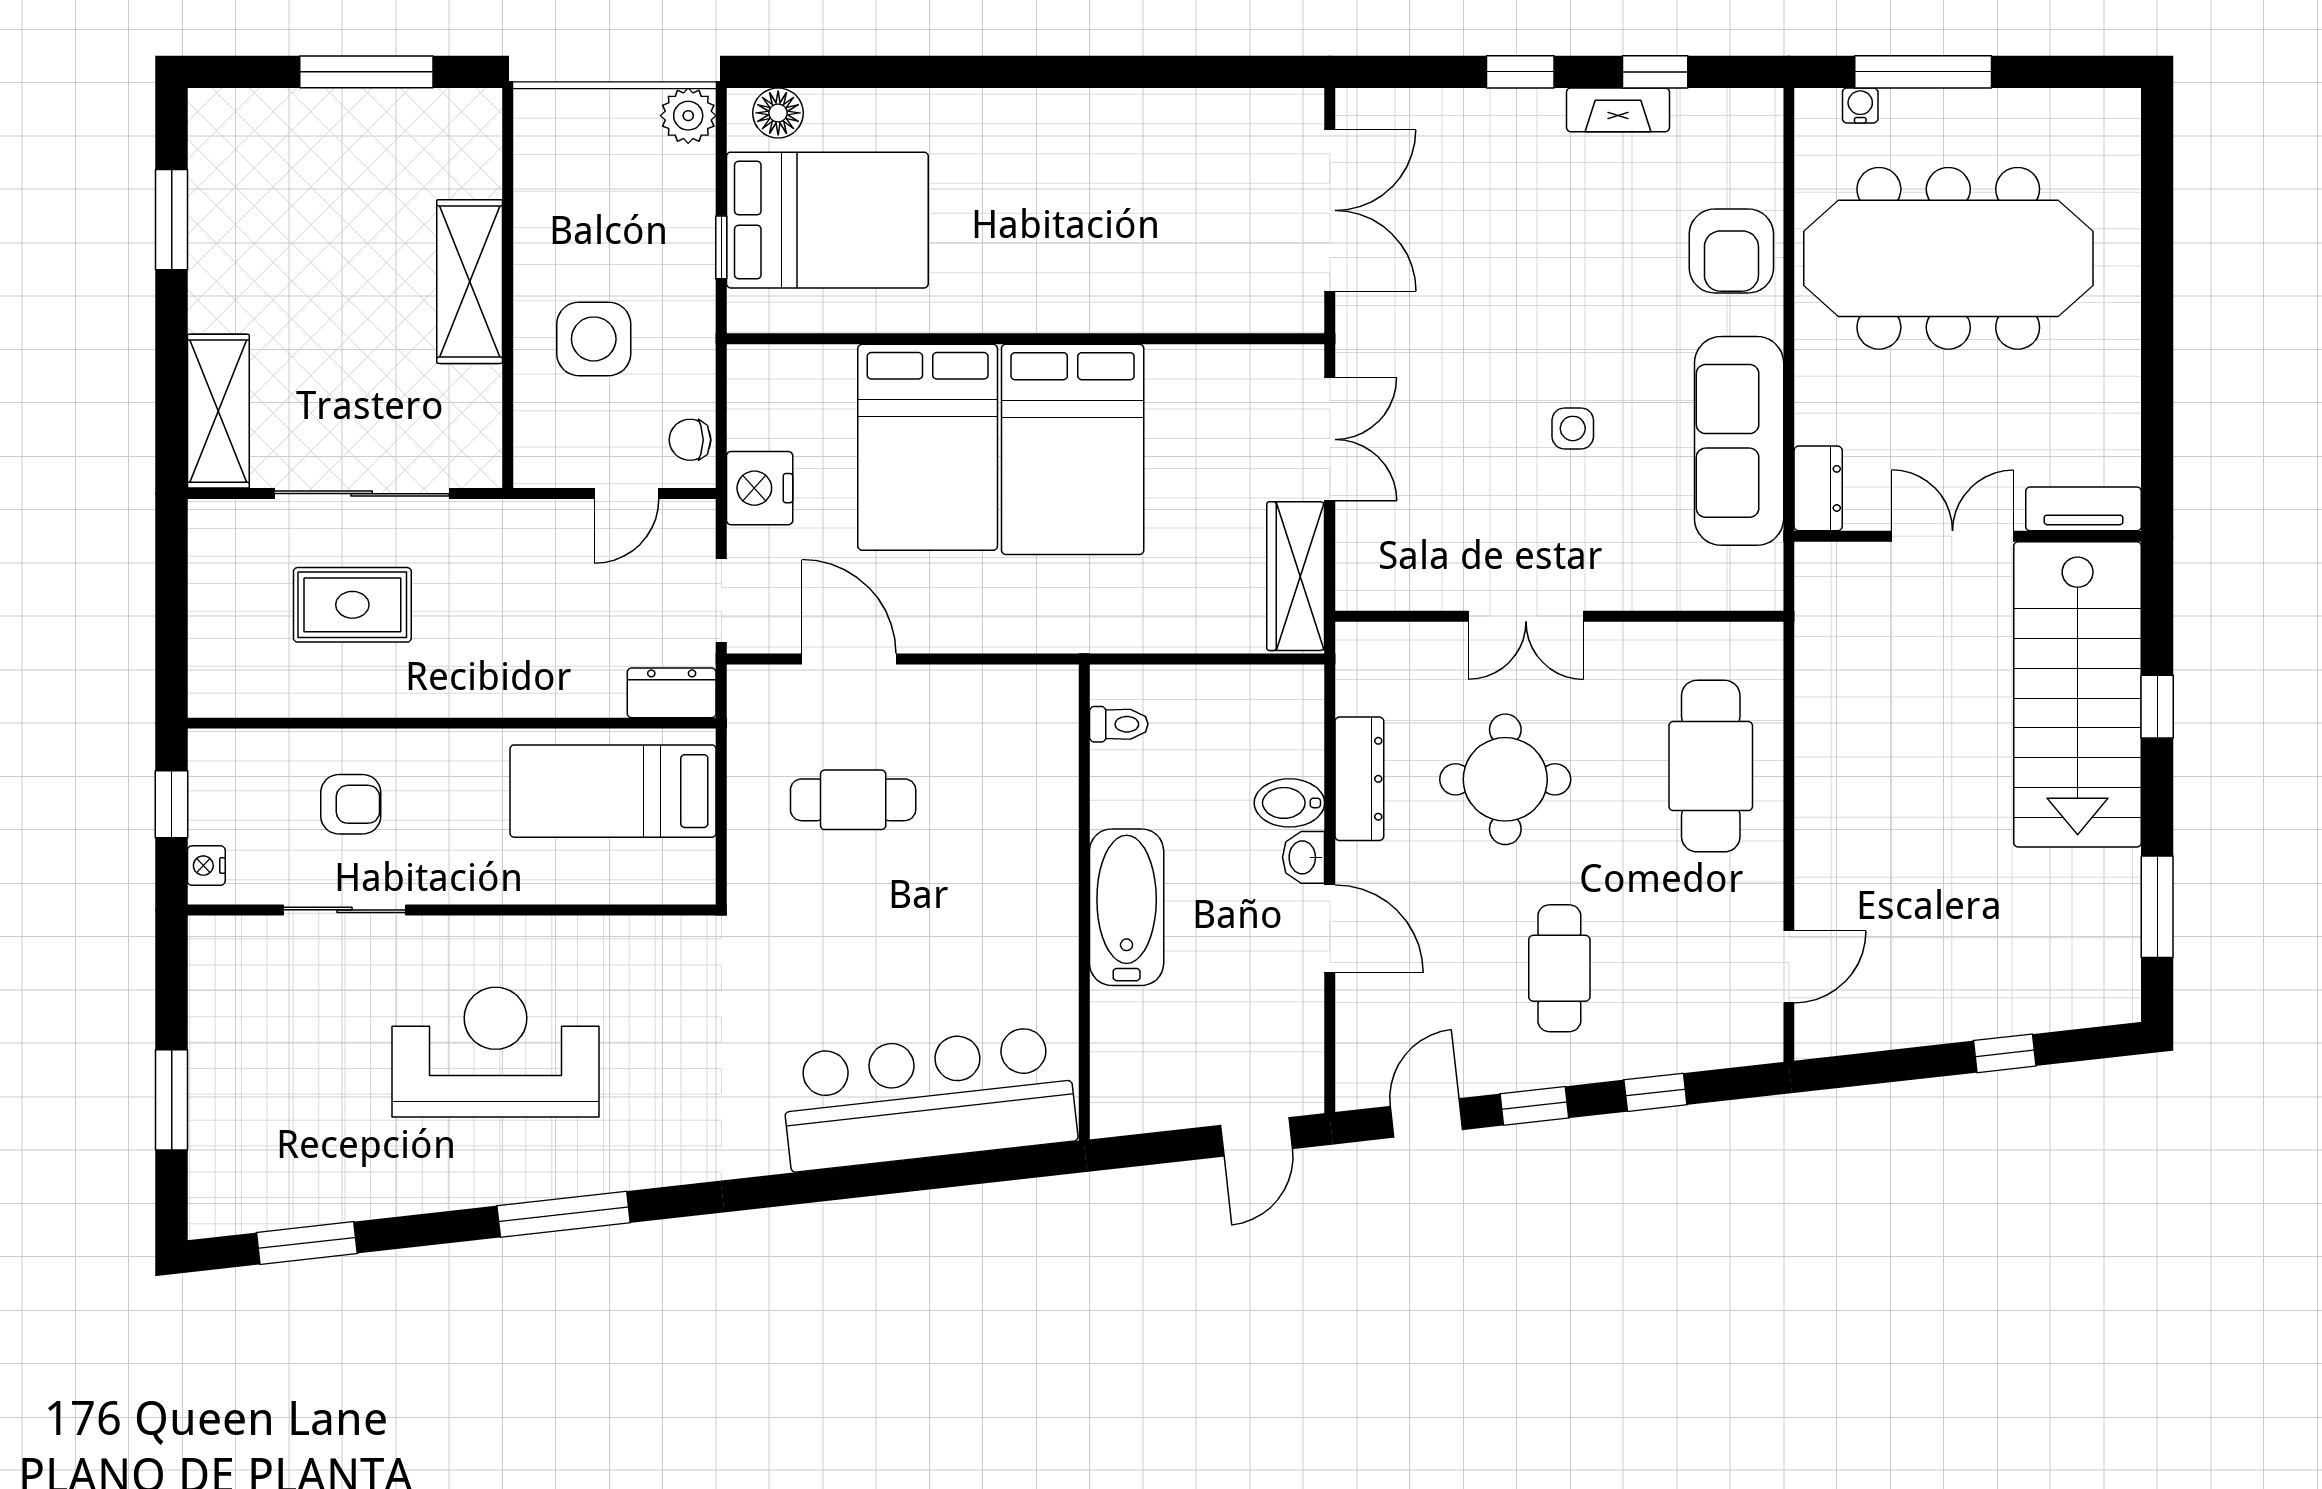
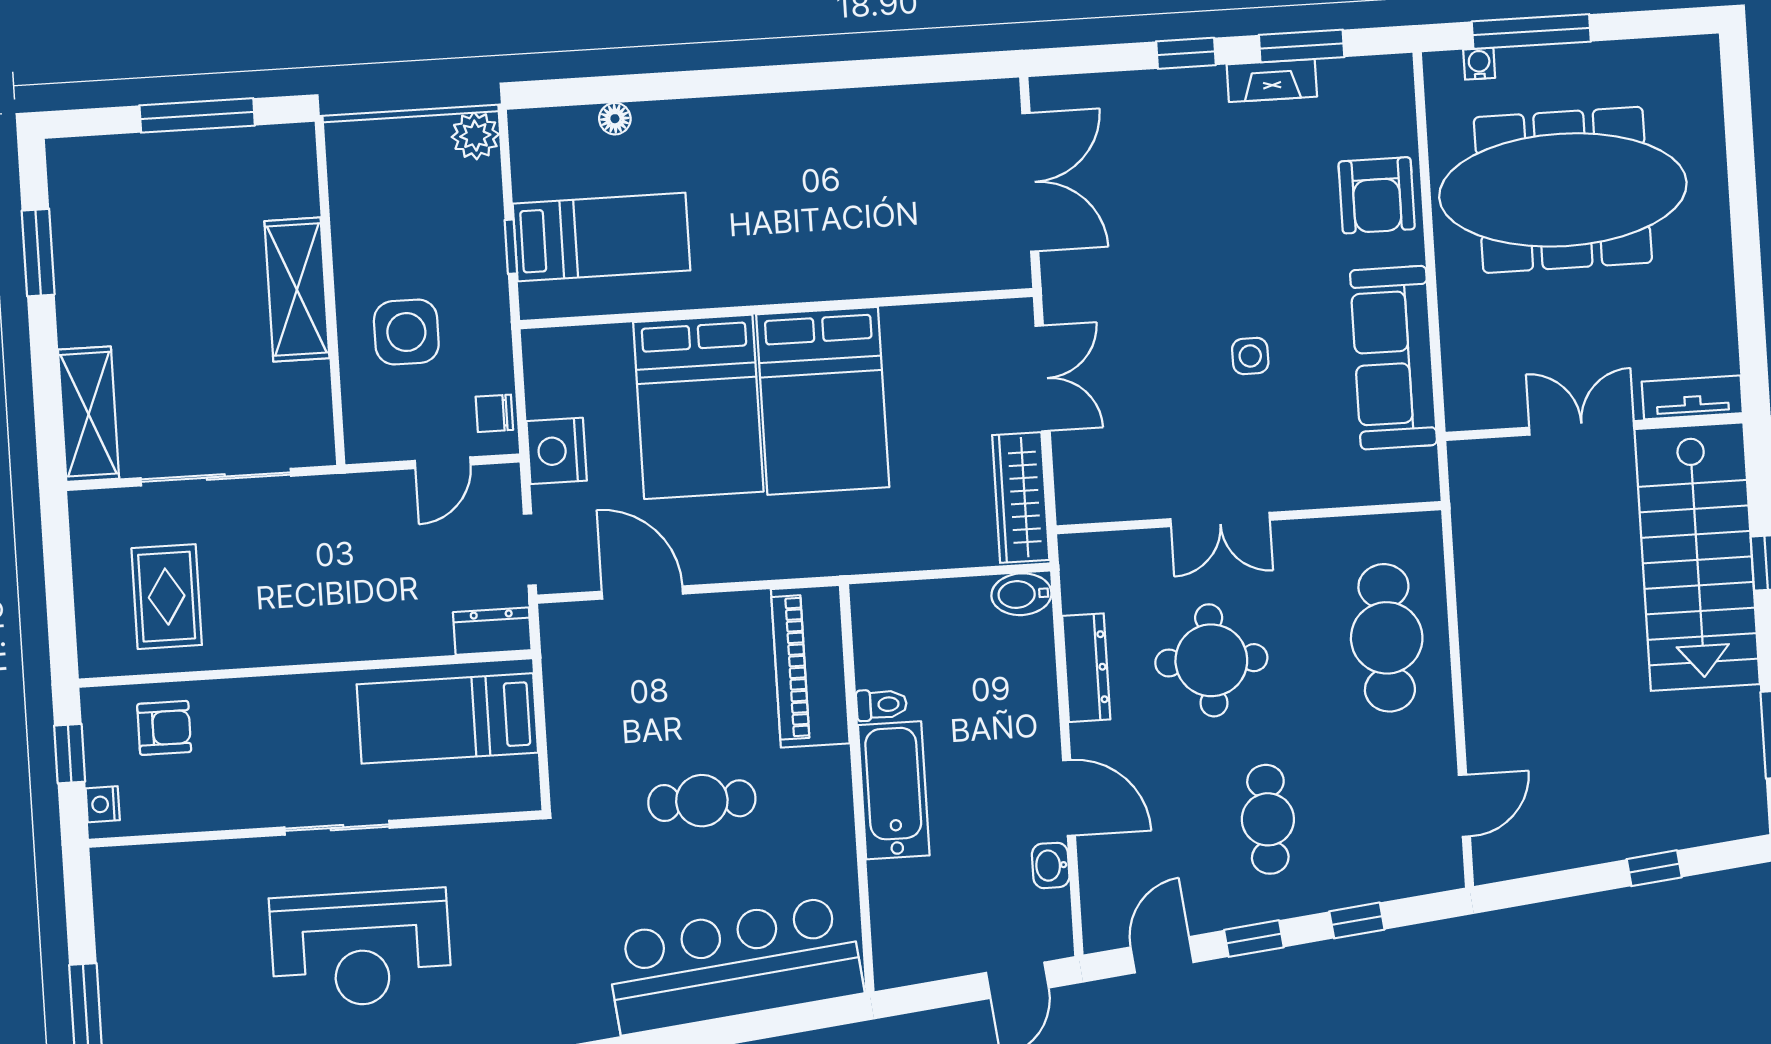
window: (1655, 72) -> (1302, 46), width x1.50
floor lamp: (778, 113) -> (615, 119), moved, width x0.73, depth x0.73
bed: (827, 220) -> (601, 237), width x0.67
dresser: (1818, 488) -> (1464, 394), removed
rug: (352, 605) -> (167, 597), moved, turned 90
toilet: (1119, 724) -> (882, 705), moved
piano: (1039, 757) -> (810, 666), added
cafe table: (853, 800) -> (702, 801), moved
bidet: (1289, 803) -> (1021, 594), moved
armchair: (351, 804) -> (164, 728), moved
washbasin: (1304, 857) -> (1051, 865), moved
sliding door: (345, 910) -> (337, 828), moved
reception desk: (495, 1052) -> (361, 948), turned 180

